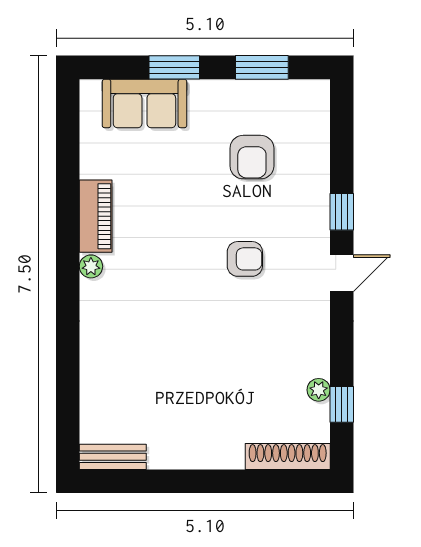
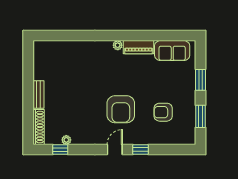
sofa: (144, 103) -> (172, 51), moved, turned -90
armchair: (245, 259) -> (121, 109), width x1.88, depth x1.88
door: (342, 273) -> (115, 150), swing flipped
bench: (113, 457) -> (38, 95), moved

